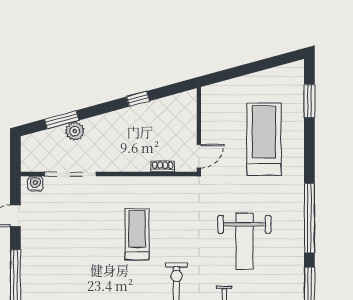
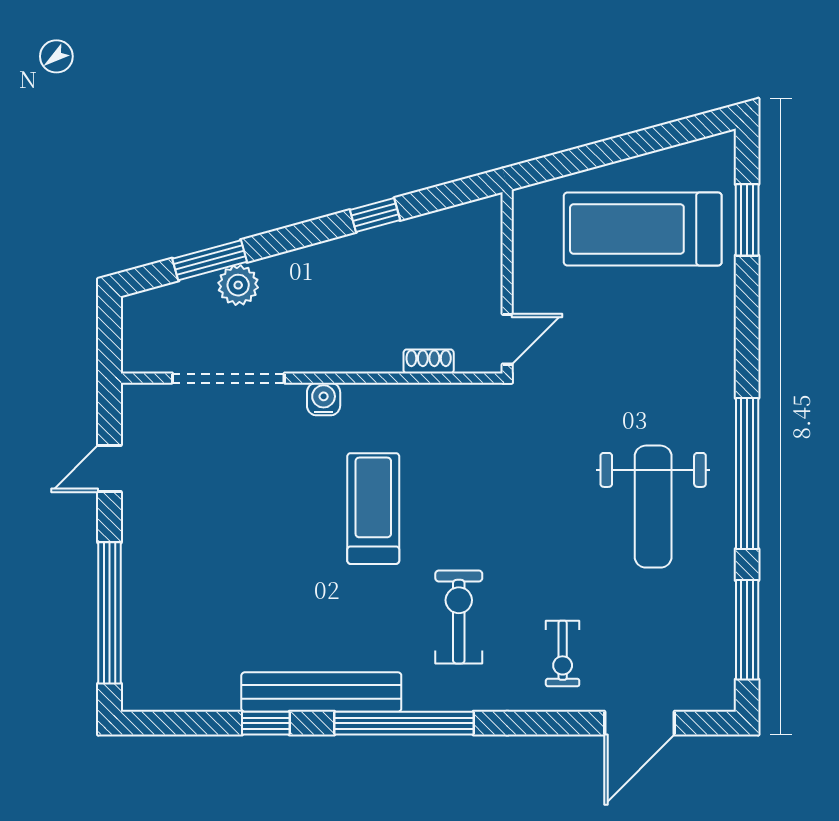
treadmill: (264, 139) -> (643, 229), moved, turned -90
water cooler: (35, 184) -> (324, 399), moved
weight bench: (244, 241) -> (653, 507), moved

